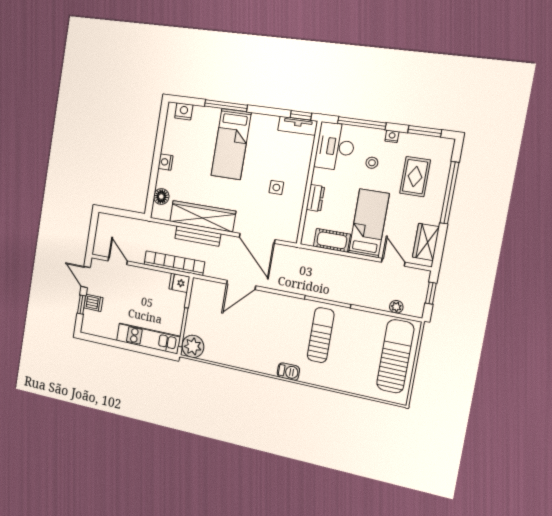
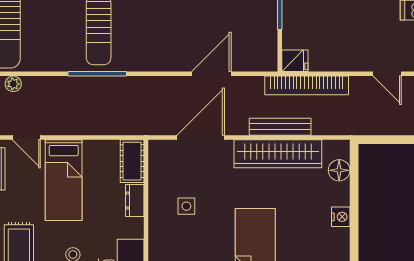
door: (257, 238) -> (201, 137), hinge flipped
cot: (332, 240) -> (132, 161), moved, turned 90

